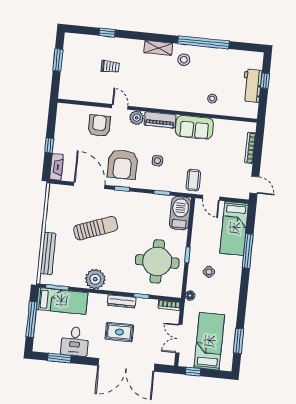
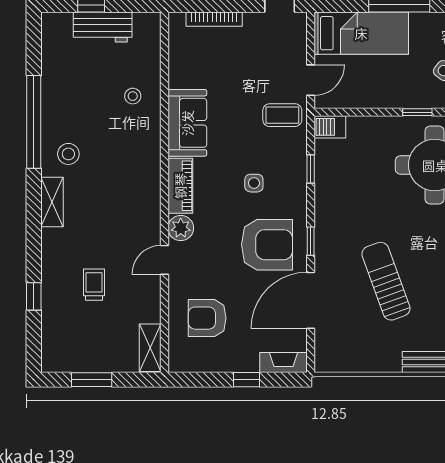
shelving: (72, 94) -> (150, 348), added
armchair: (99, 126) -> (207, 318), moved
barbecue: (180, 213) -> (330, 127), width x0.53, depth x0.65

